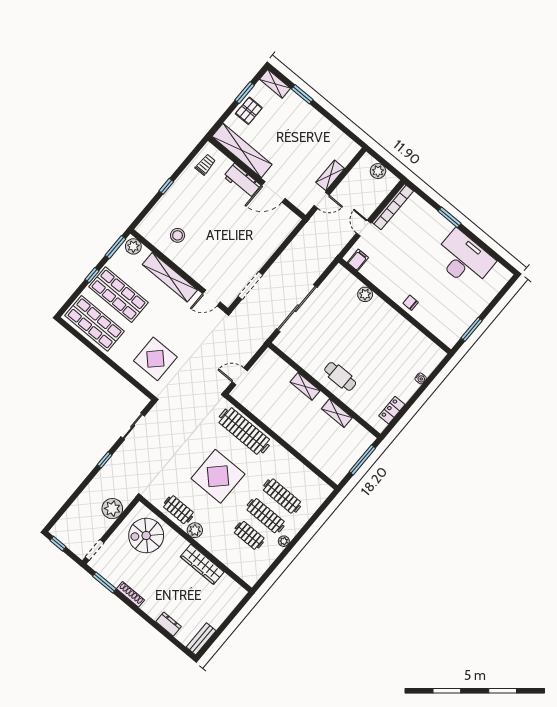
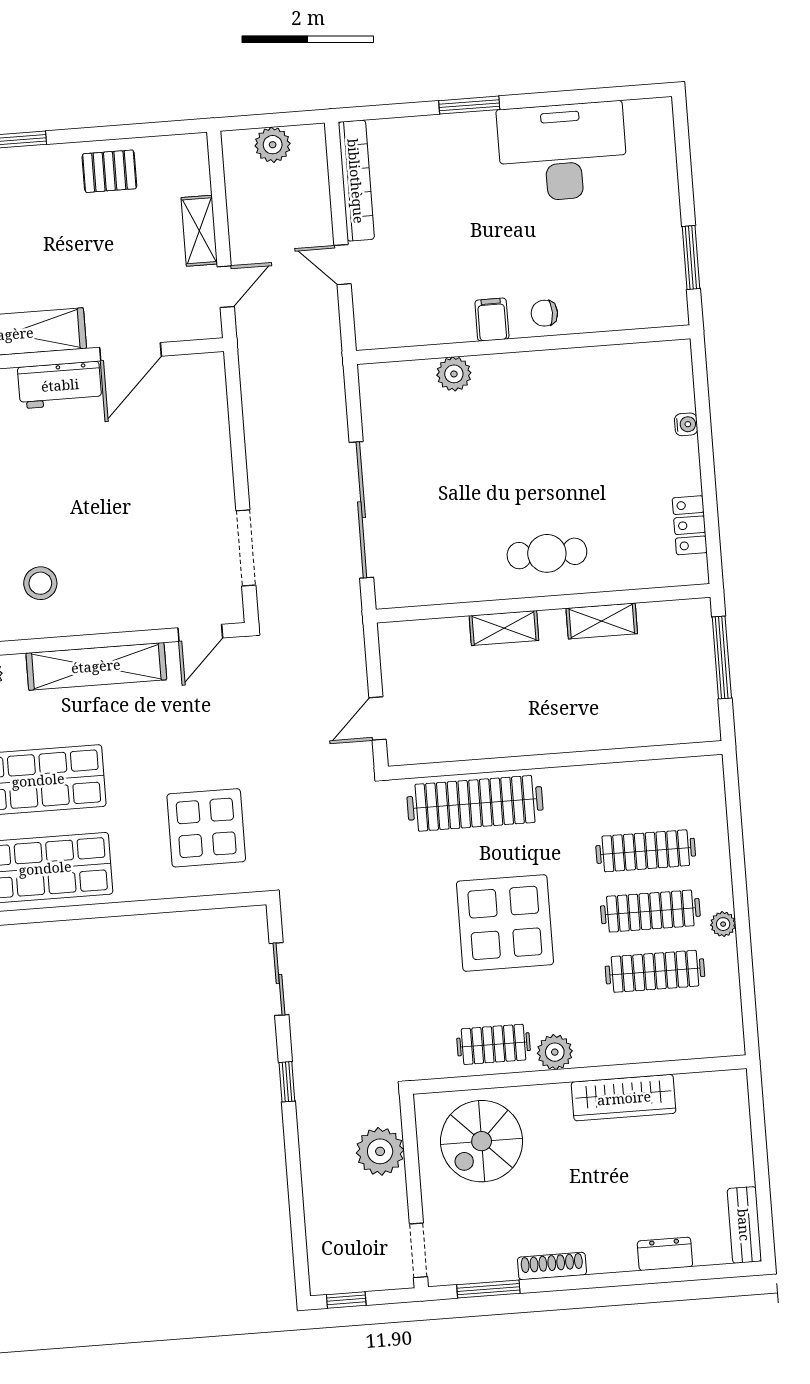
pallet: (321, 131) -> (109, 171), added
filing cabinet: (358, 260) -> (492, 320), moved
clothes rail: (249, 535) -> (655, 971), width x1.36

